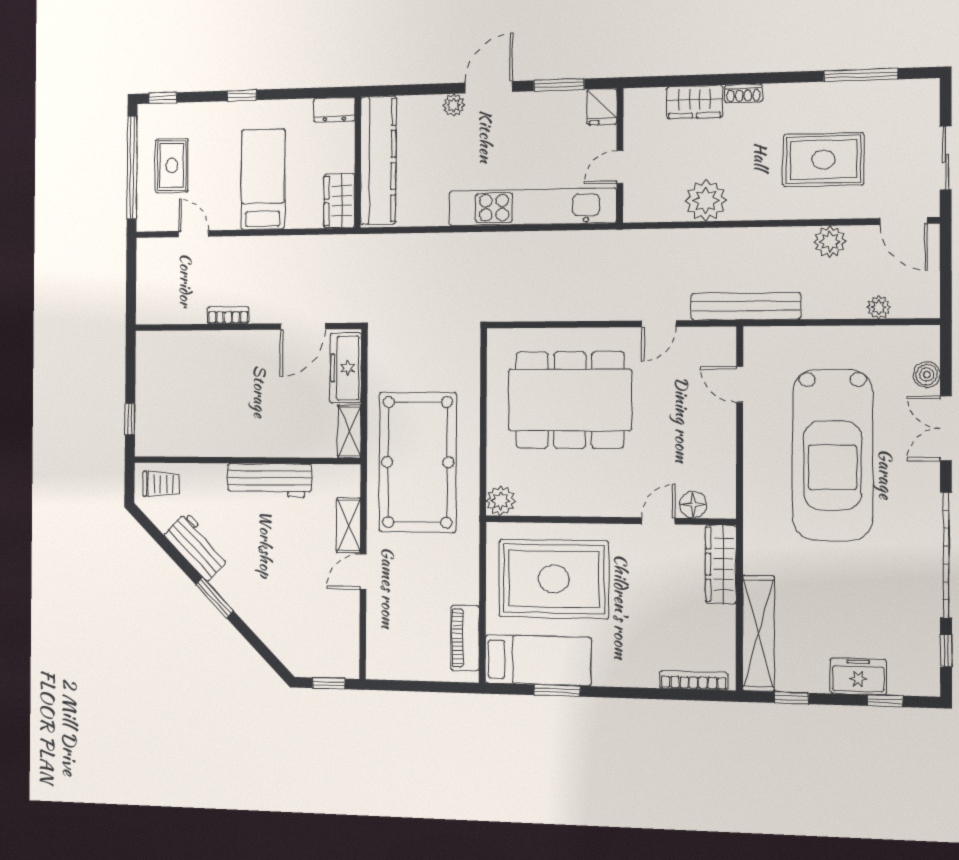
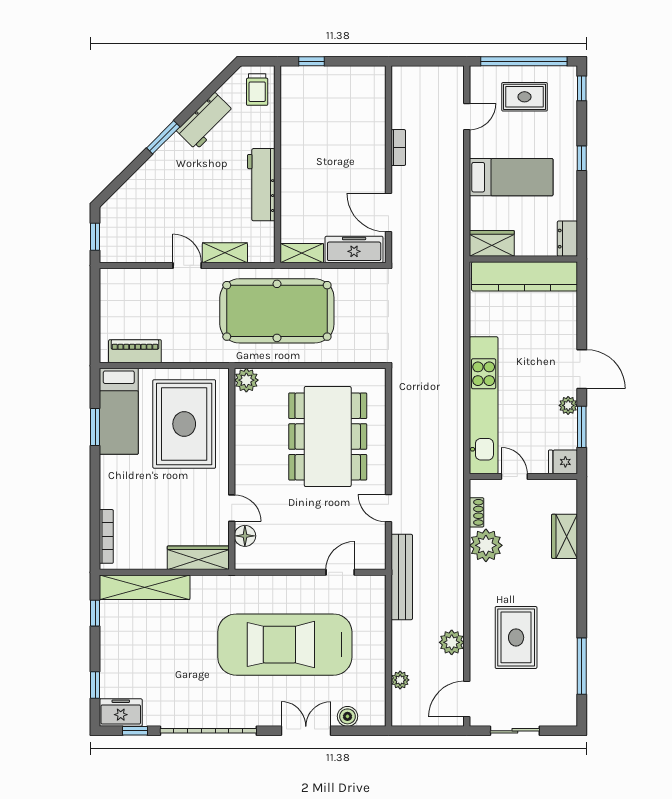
shoe rack: (743, 93) -> (477, 512), moved, turned 180
plant: (454, 105) -> (568, 405), moved
freezer: (858, 676) -> (121, 713), moved, turned -90

